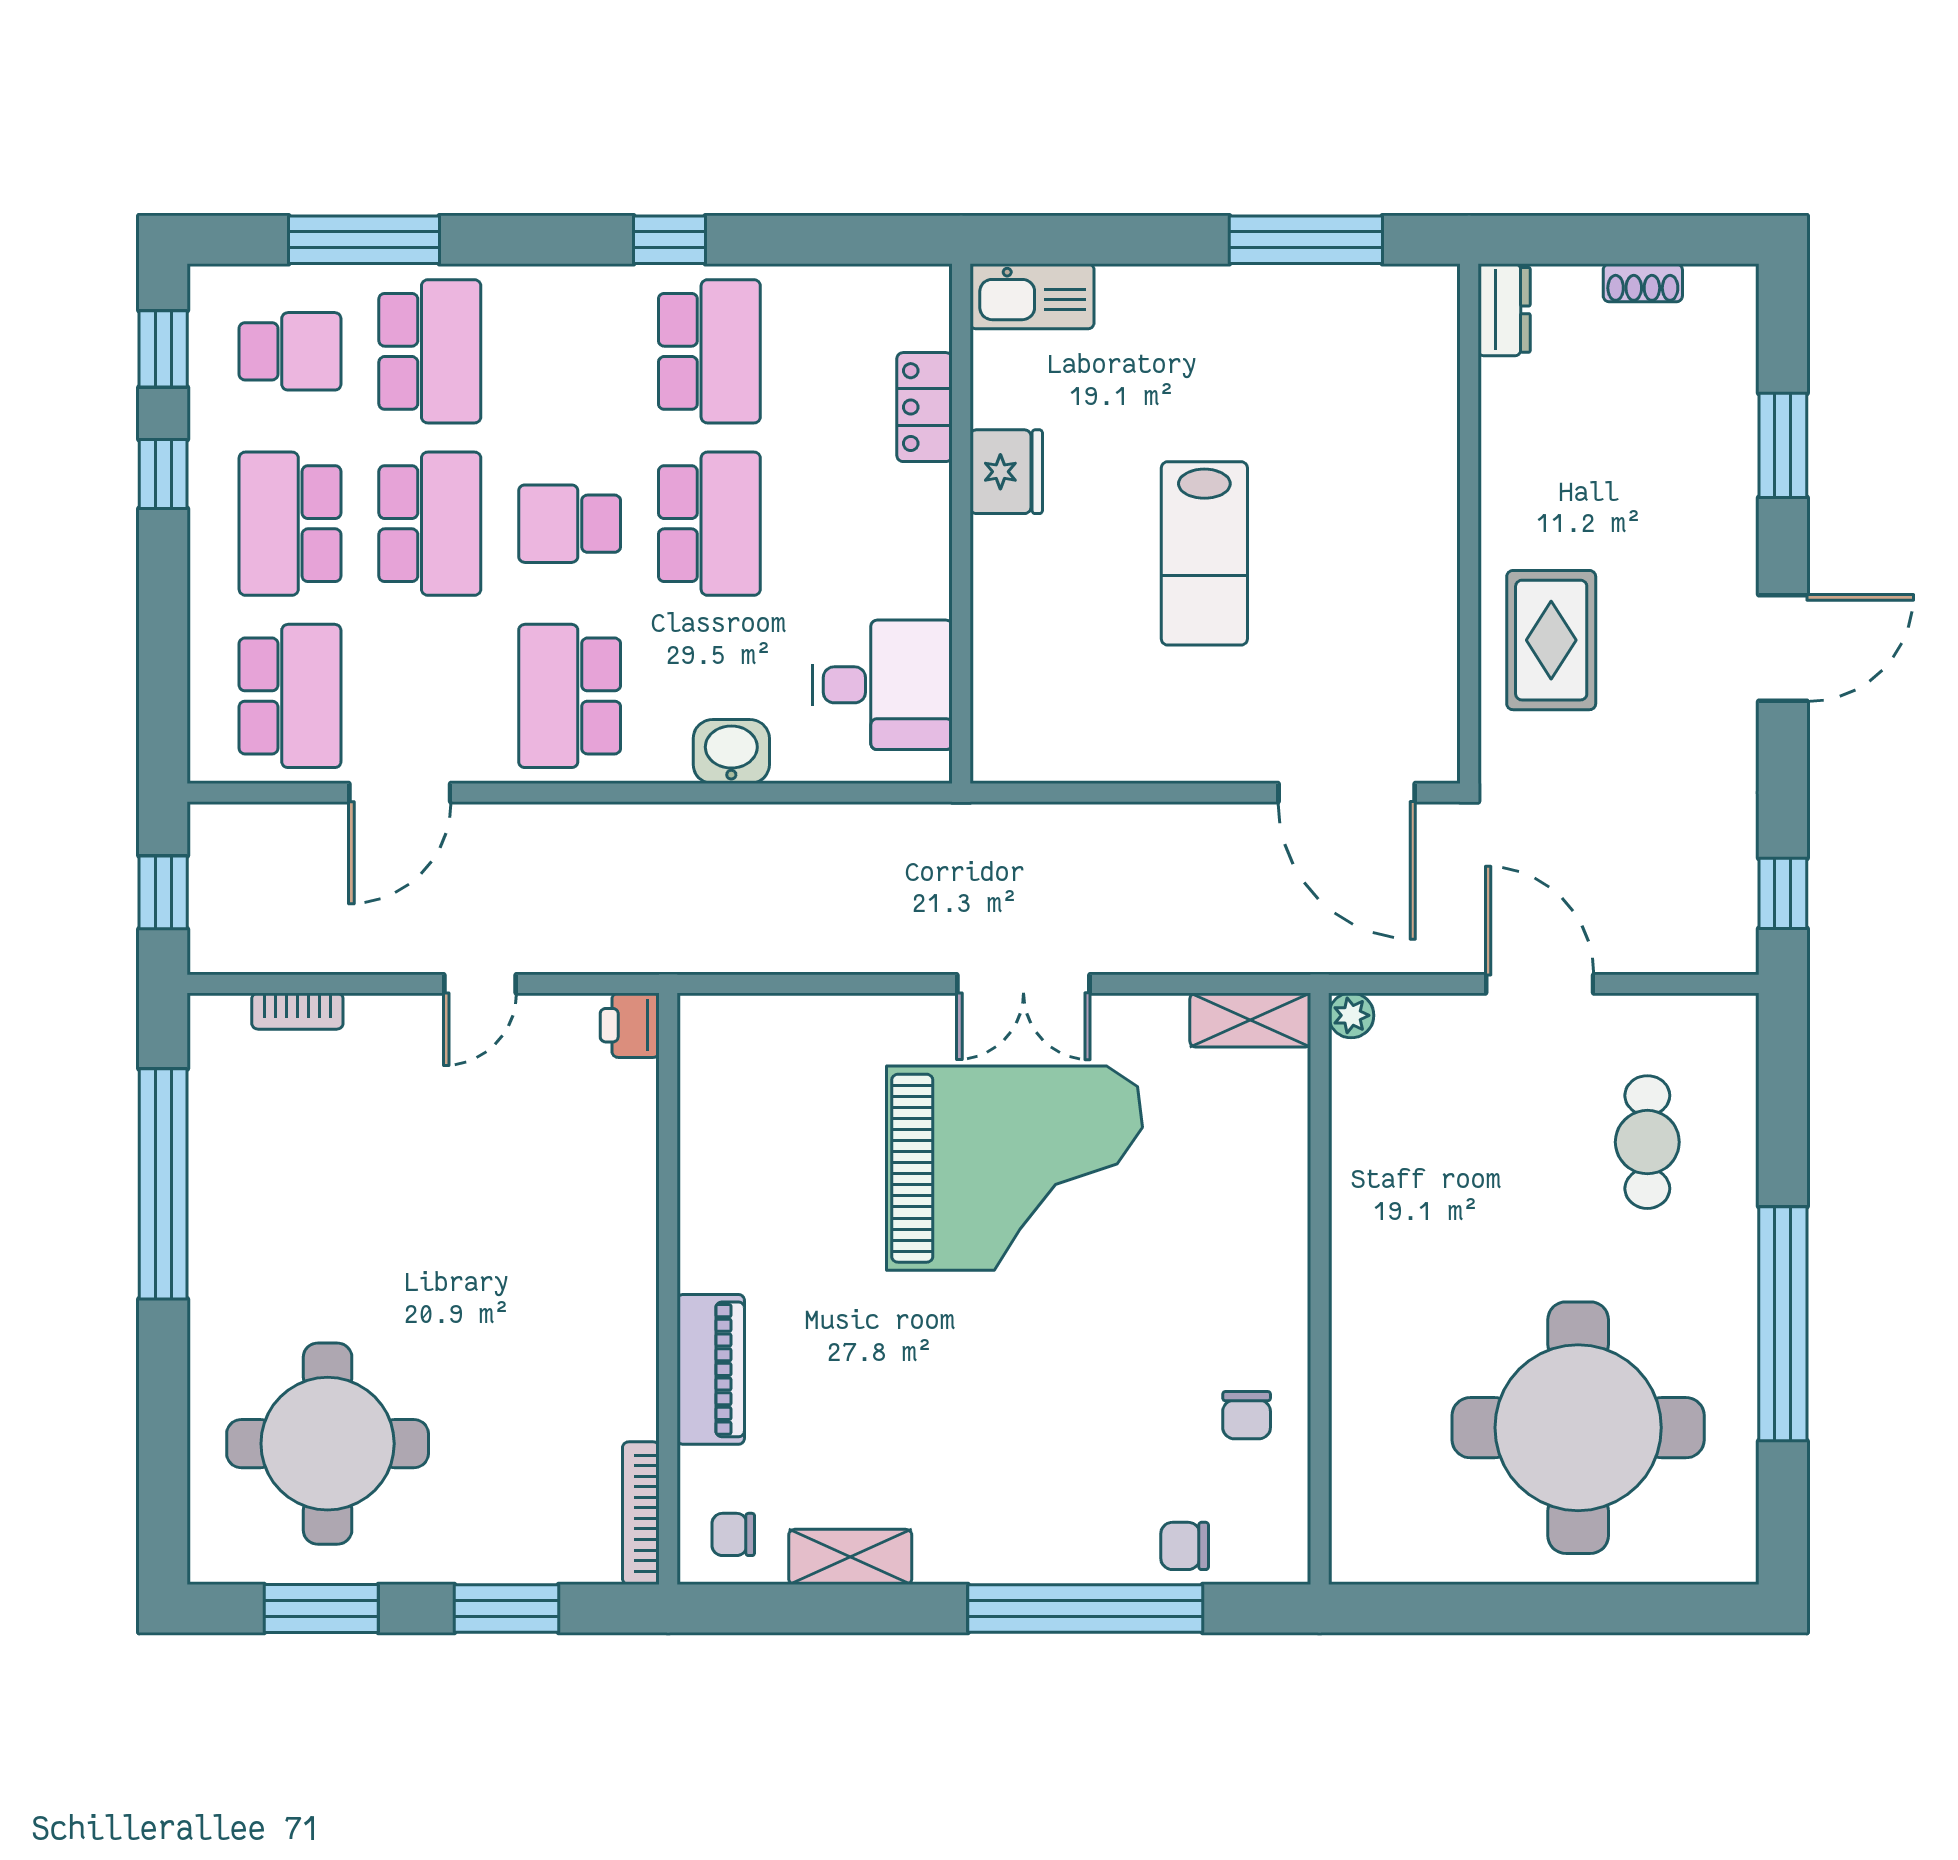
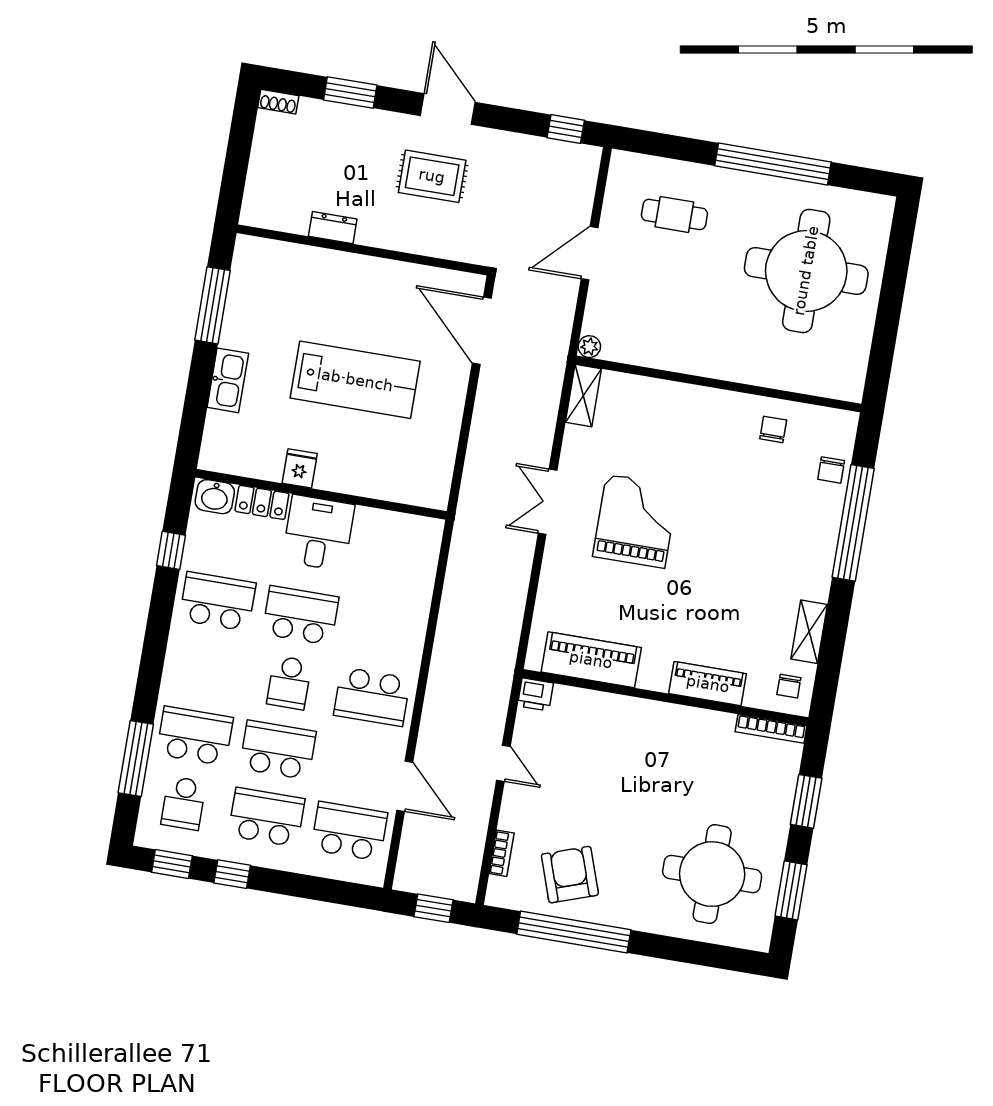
window: (669, 240) -> (171, 550), moved
shoe rack: (1643, 283) -> (278, 102), moved, turned 90
kitchen sink: (1032, 296) -> (228, 380), moved
dresser: (1504, 310) -> (333, 228), moved
school desk: (290, 351) -> (183, 803), turned 180
fridge: (1006, 472) -> (300, 468), width x0.72
school desk: (290, 524) -> (266, 817), turned 180
lab bench: (1204, 553) -> (355, 380), width x1.36, depth x1.39
rug: (1551, 640) -> (432, 176), moved
desk: (882, 685) -> (318, 533), moved
washbasin: (731, 752) -> (215, 497), moved, turned -90
door: (1347, 793) -> (482, 331), swing flipped
double door: (1023, 984) -> (548, 502), swing flipped
piano: (719, 1126) -> (591, 660), added
armchair: (278, 1156) -> (570, 875), added
grand piano: (1015, 1168) -> (636, 521), width x0.73, depth x0.68
chair: (1247, 1415) -> (773, 429), turned -90

